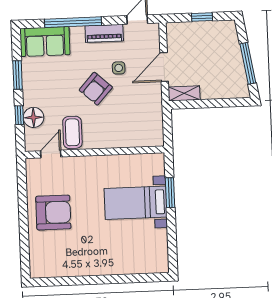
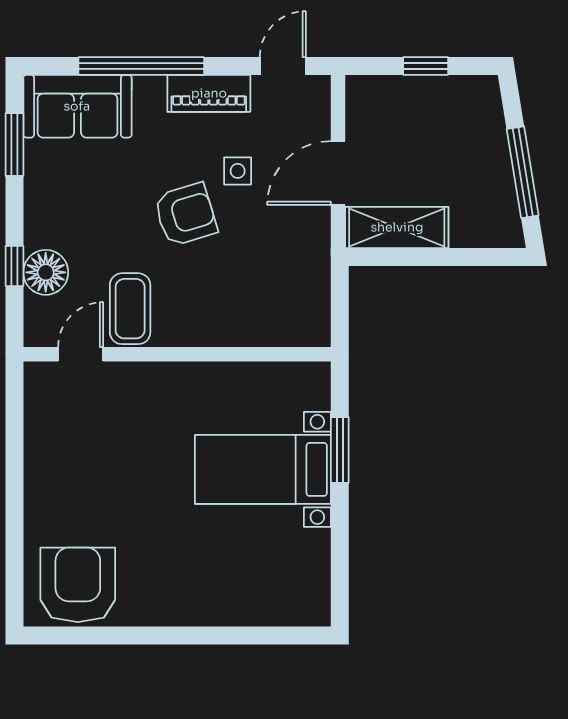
window: (18, 75) -> (14, 144), moved
armchair: (96, 89) -> (185, 215), turned -149
shelving: (184, 93) -> (397, 227), width x1.50, depth x1.33
armchair: (53, 213) -> (78, 585), moved, turned -90

